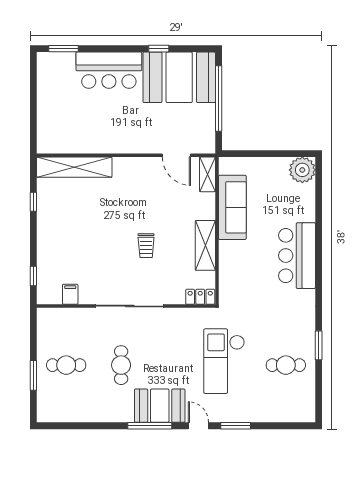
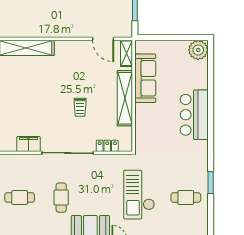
shelving: (205, 245) -> (125, 98), width x1.47
filing cabinet: (70, 294) -> (28, 144), width x2.00
locker: (200, 297) -> (107, 146), moved

